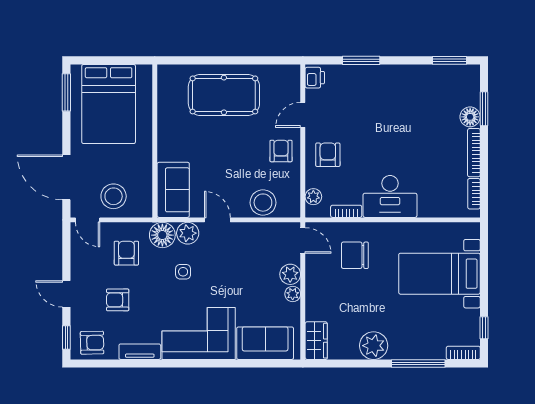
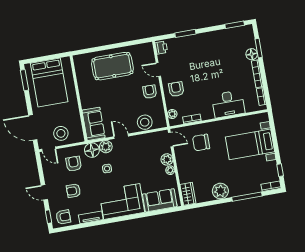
door: (303, 115) -> (158, 70), hinge flipped
desk: (390, 196) -> (228, 104), moved

